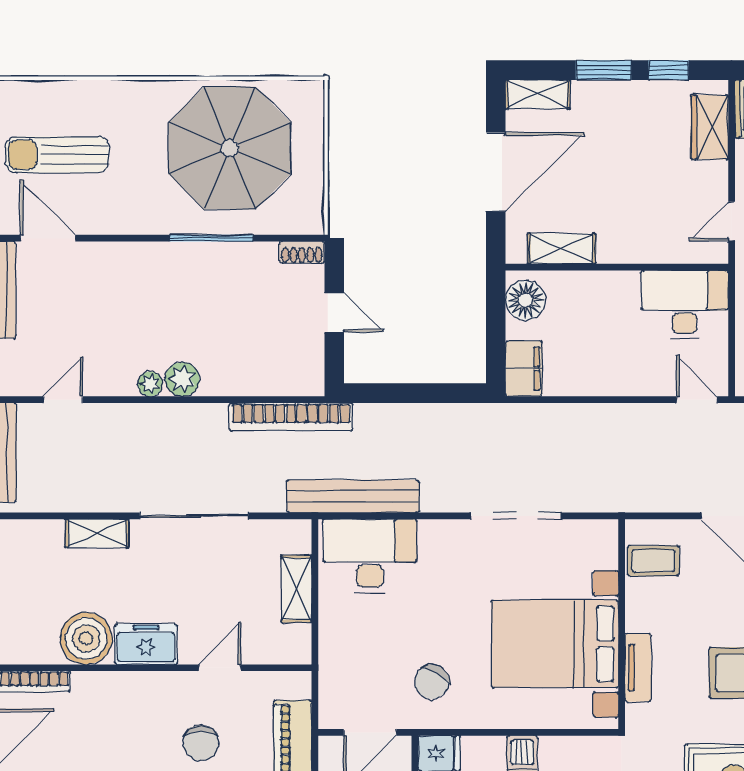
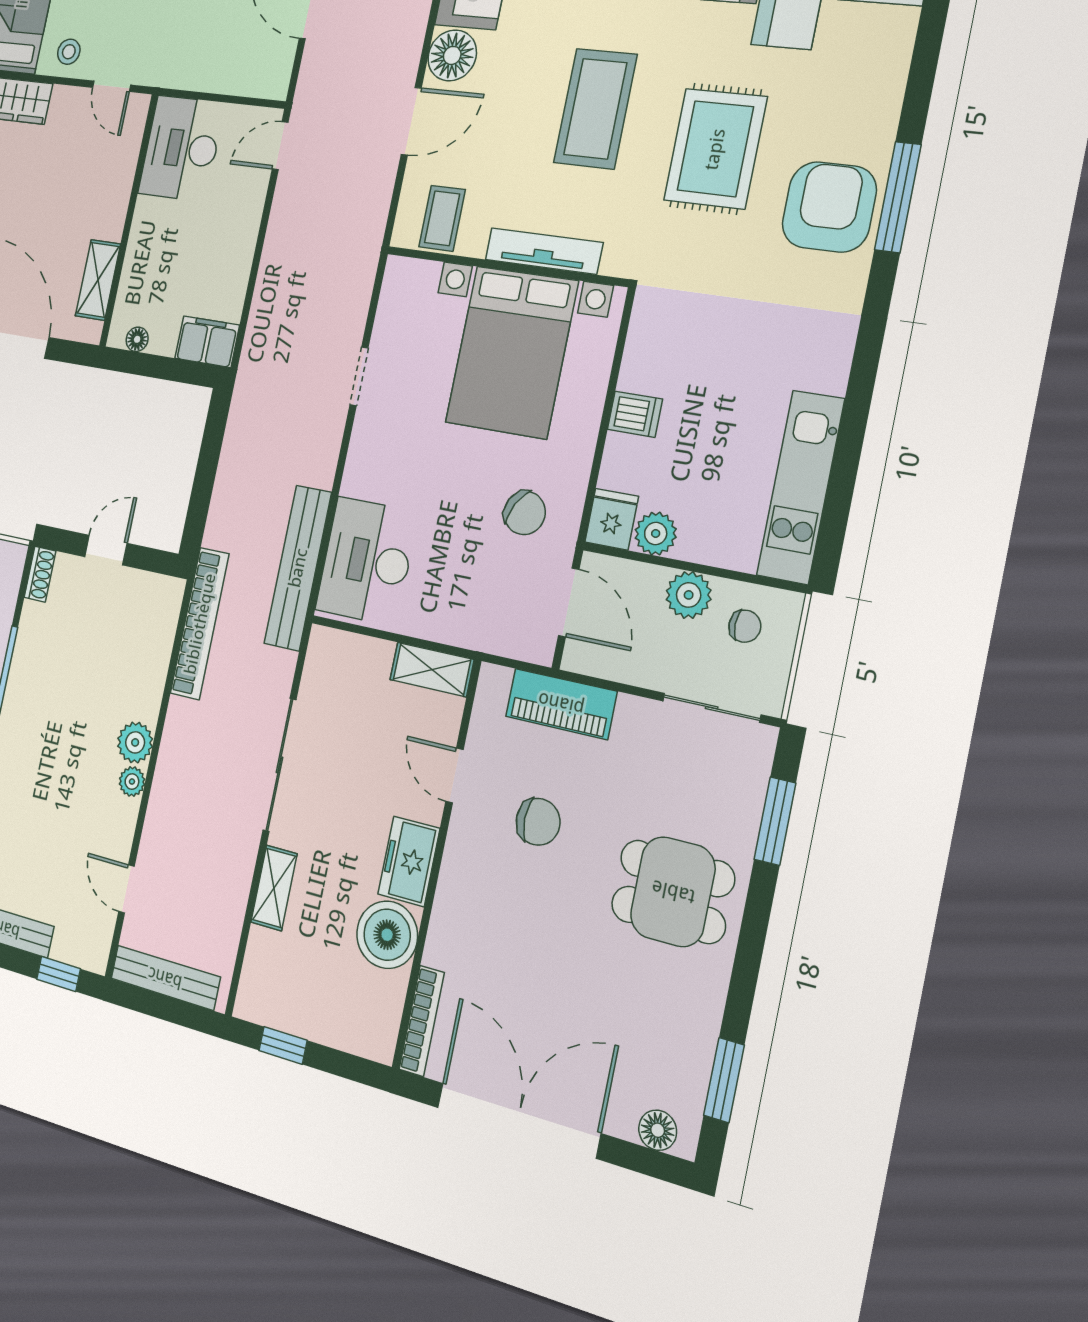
floor lamp: (526, 300) -> (137, 339), width x0.53, depth x0.53
doorway: (516, 516) -> (359, 376), width x0.53
shelving: (296, 589) -> (432, 670), moved
tv unit: (638, 668) -> (544, 251), width x1.41

